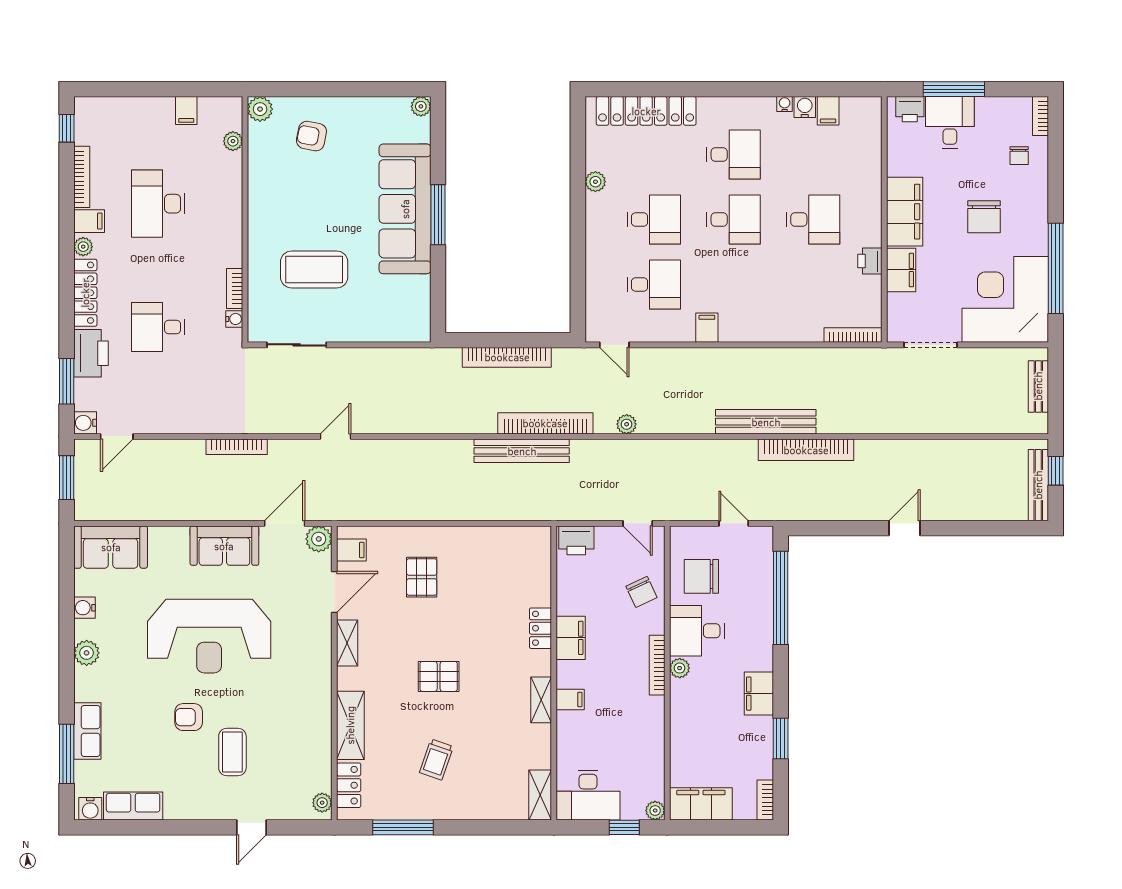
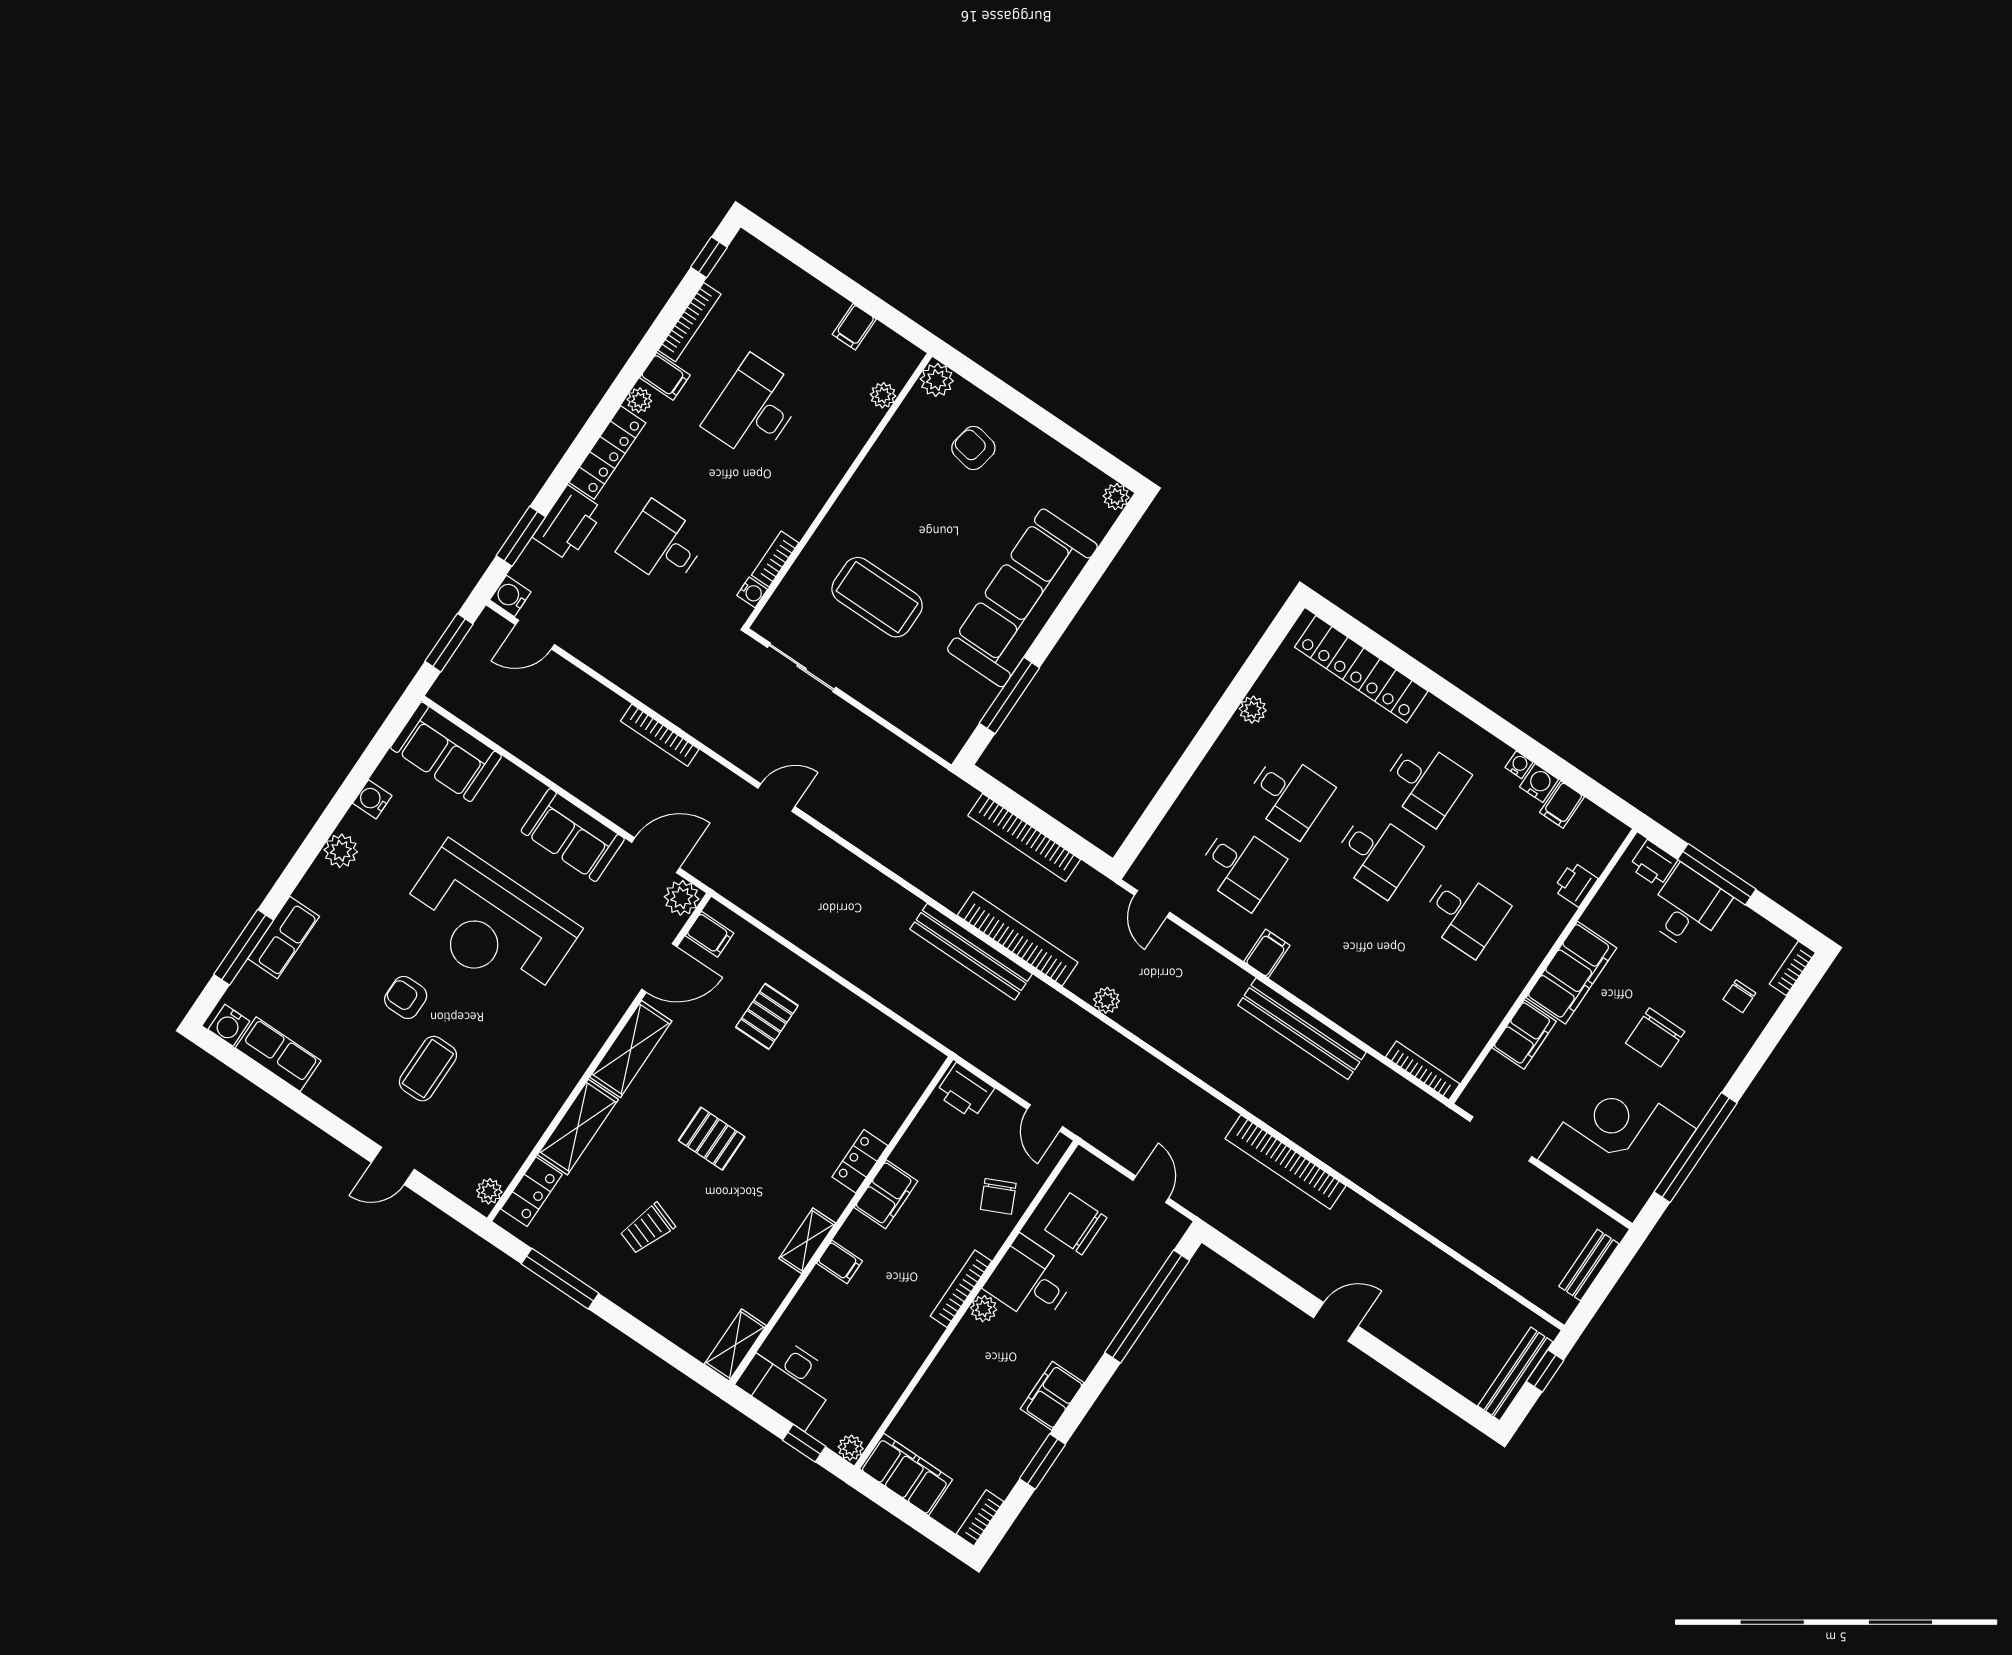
window: (438, 215) -> (1009, 696), moved
printer: (870, 261) -> (1575, 884), moved
bench: (766, 422) -> (1302, 1029), moved
shelving: (347, 643) -> (631, 1049), width x1.50, depth x1.33

